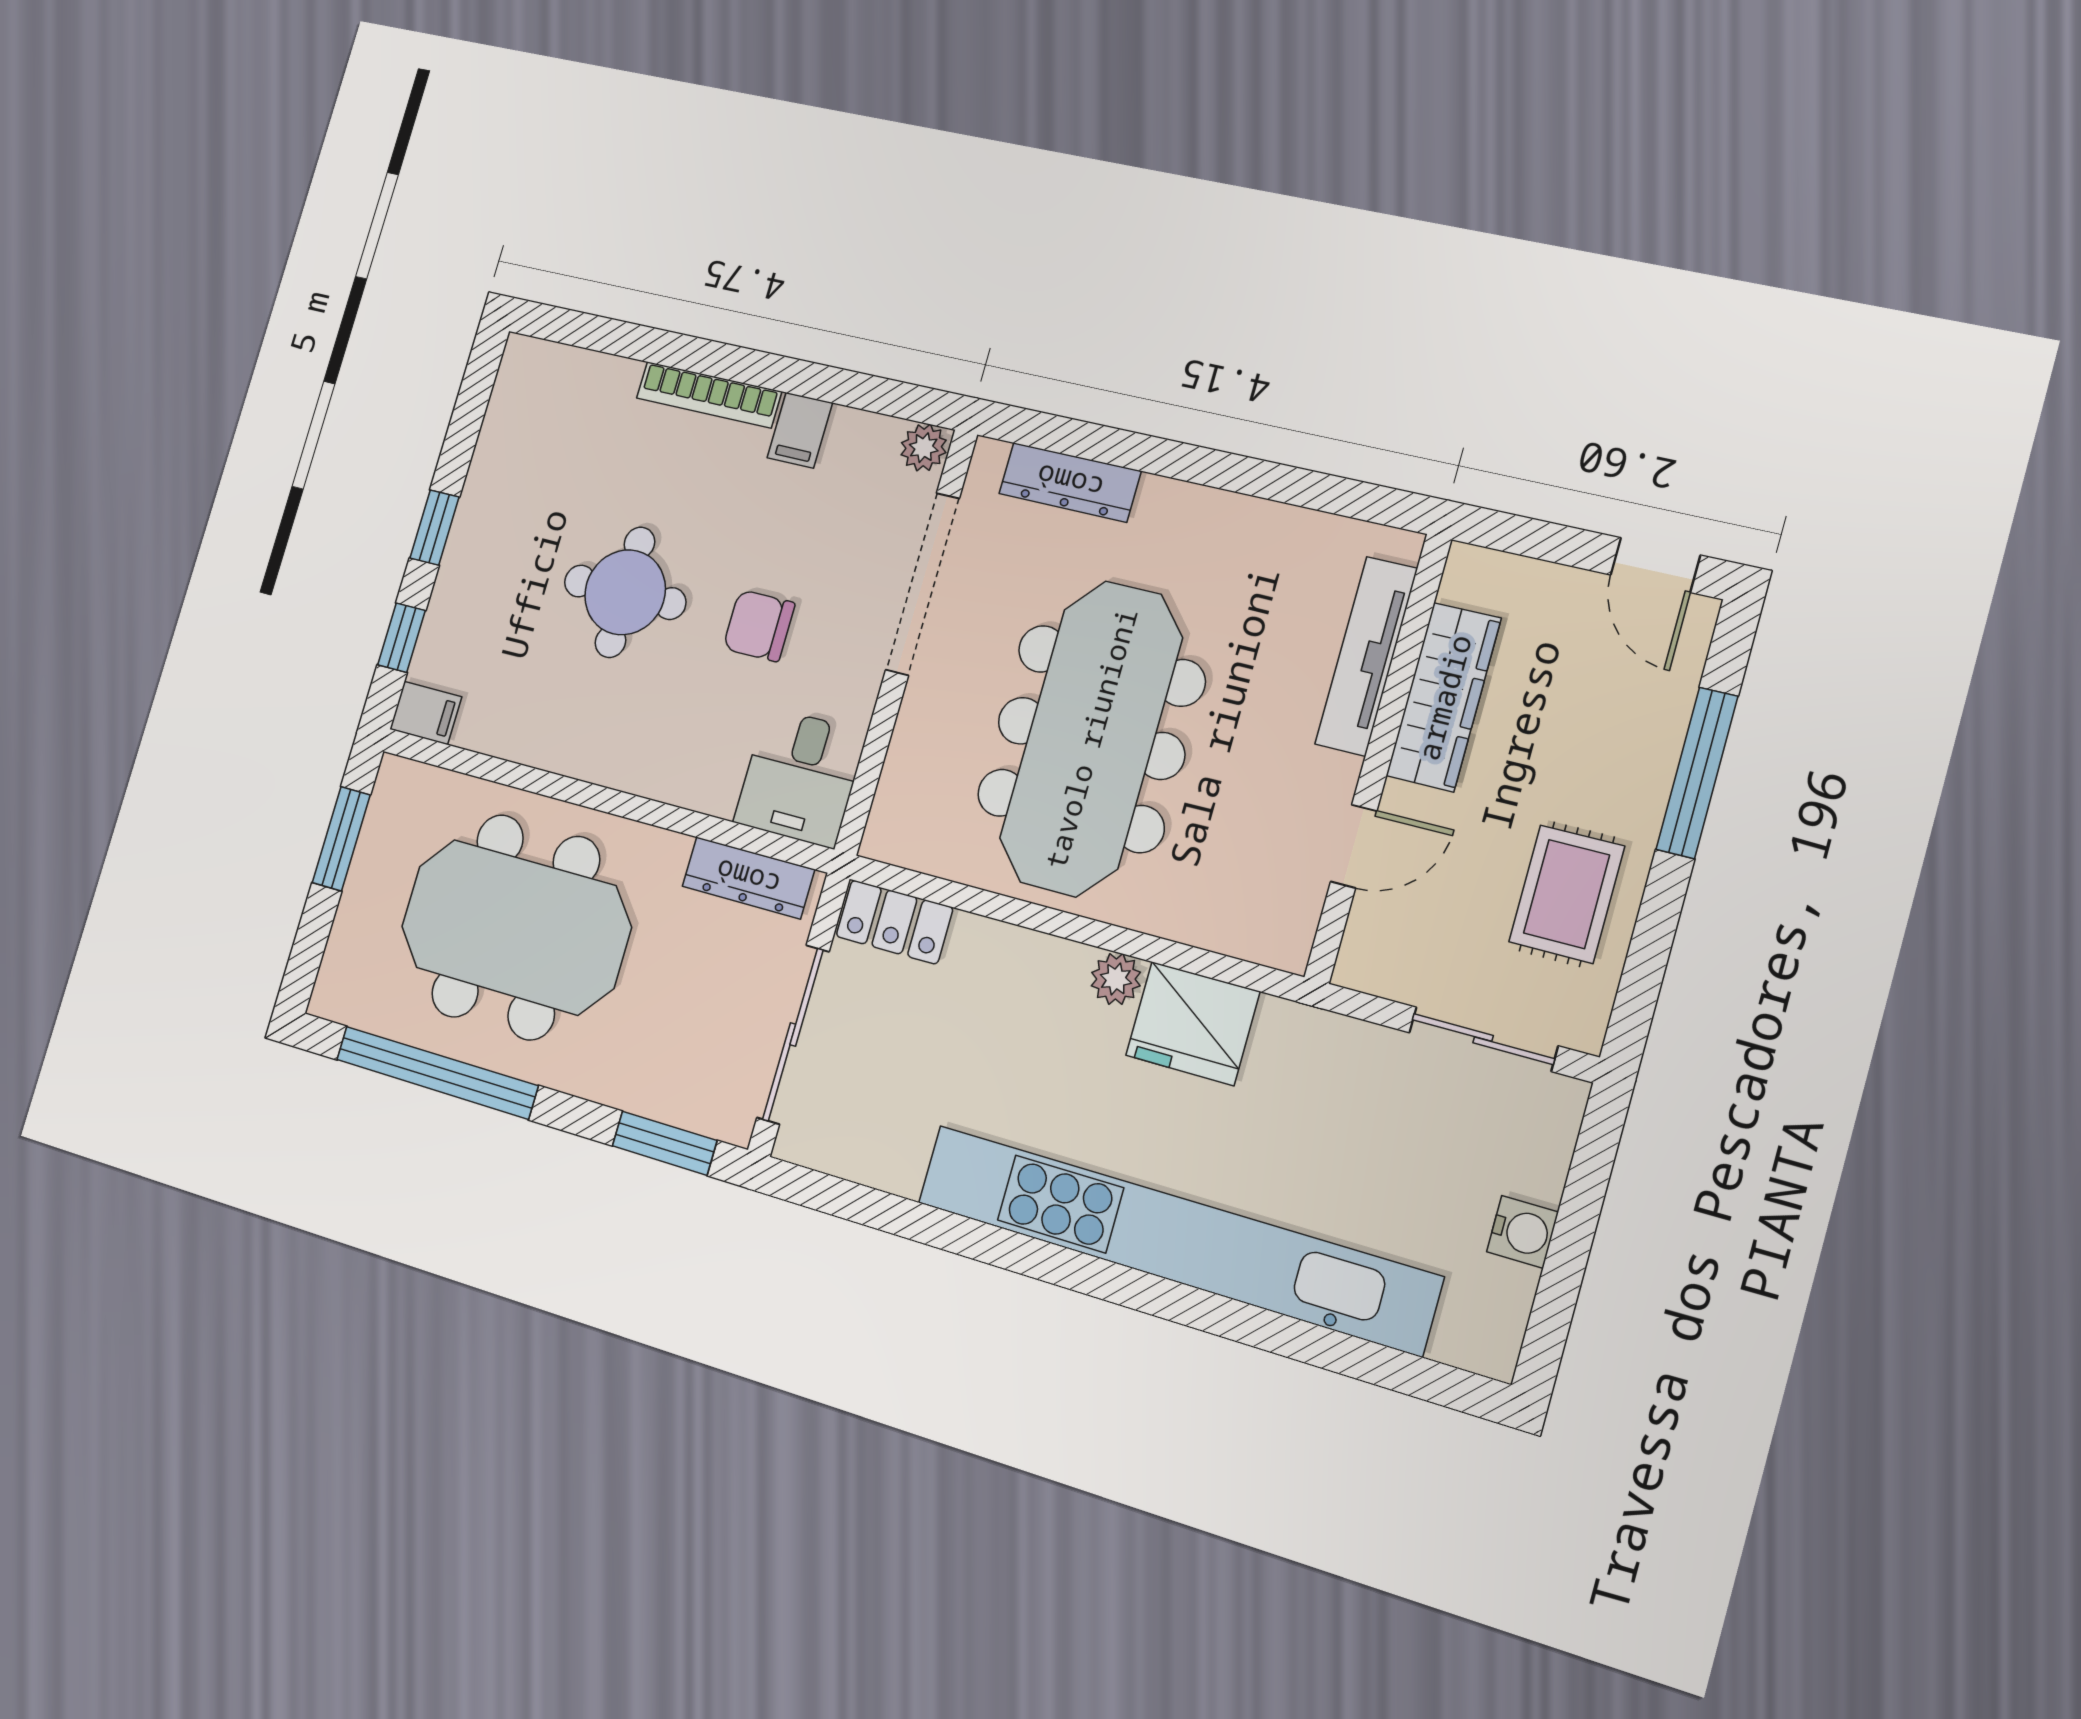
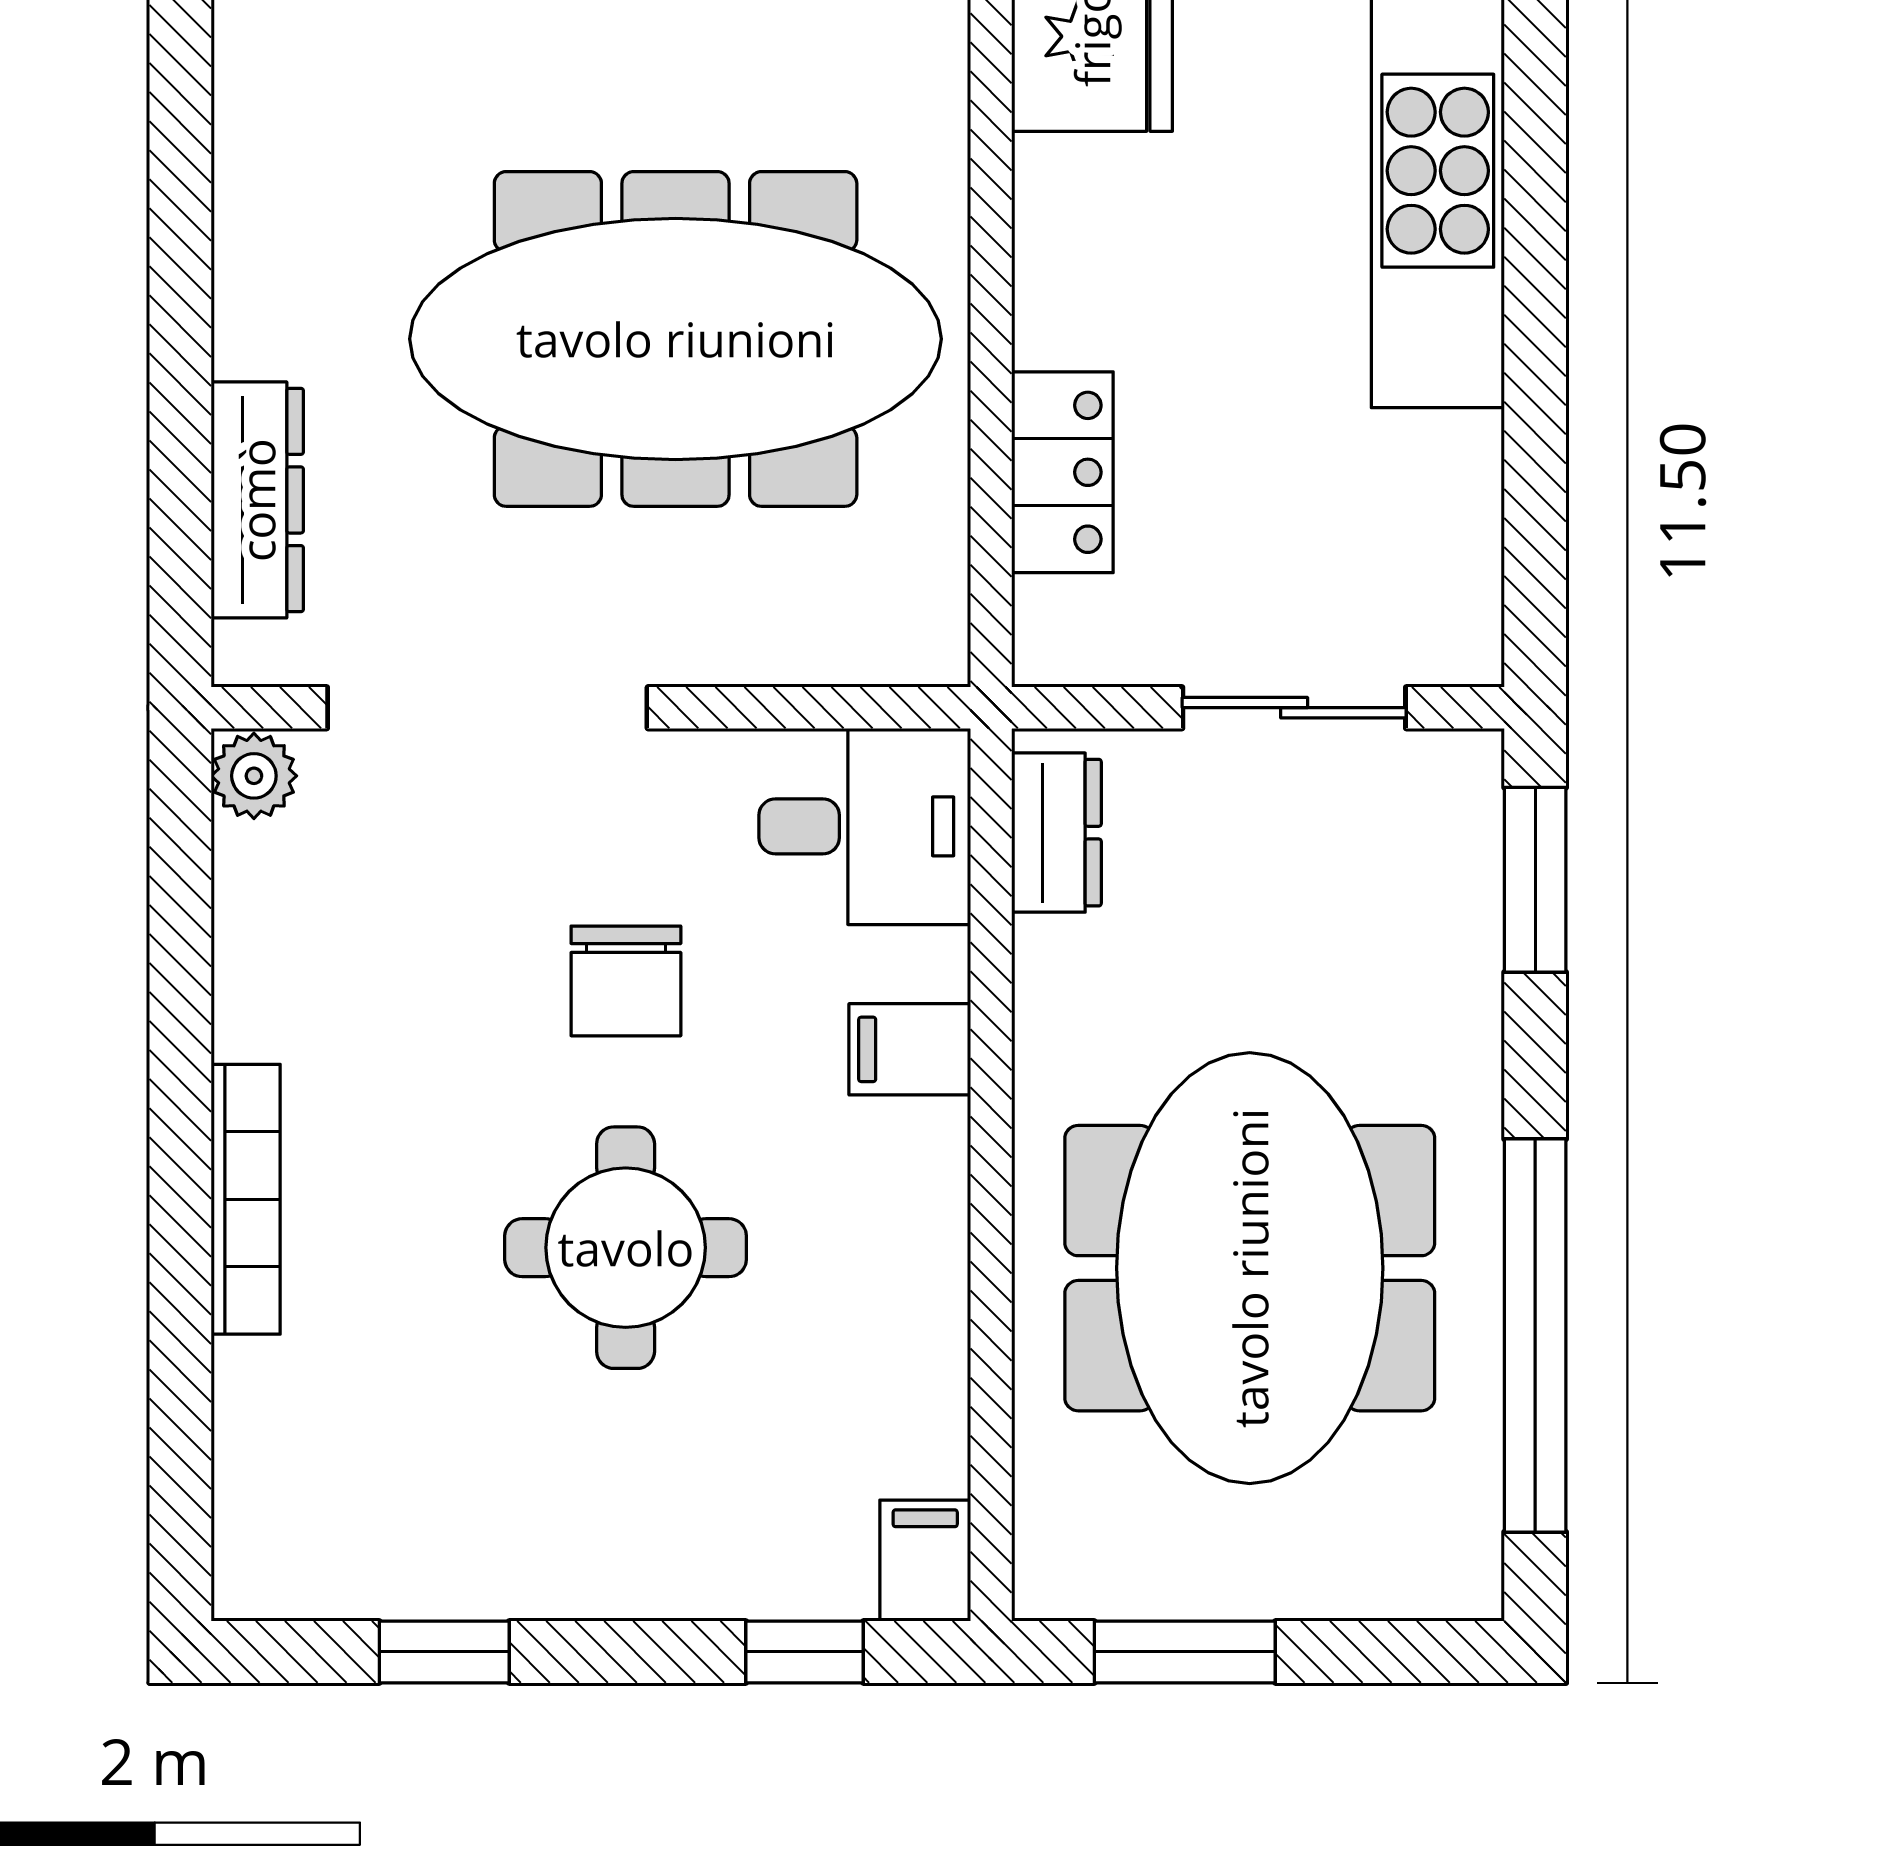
filing cabinet: (800, 430) -> (910, 1049), moved, turned 180
window: (434, 527) -> (444, 1652), moved
dresser: (748, 878) -> (1056, 833), width x0.70
locker: (894, 922) -> (1062, 472), moved
plant: (1116, 979) -> (1055, 183), removed
sliding door: (793, 1034) -> (1294, 708), width x0.73

